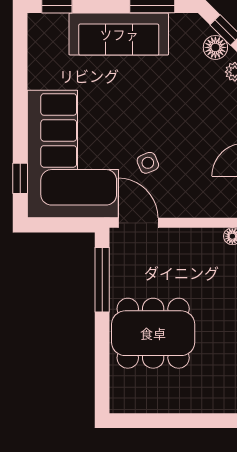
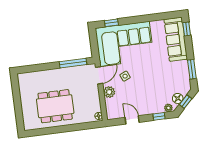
sofa: (119, 34) -> (176, 39), moved
plant: (180, 204) -> (109, 92), added
dining table: (153, 333) -> (55, 106), moved, turned 90

